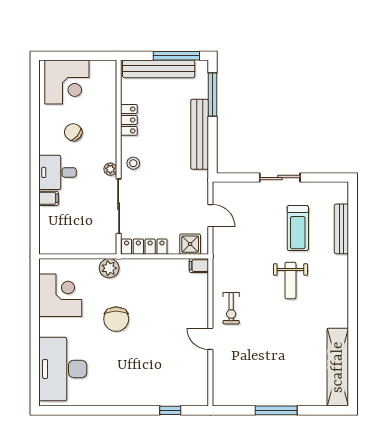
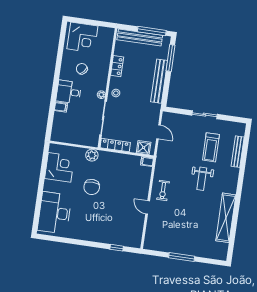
shelving: (338, 367) -> (226, 218), moved

